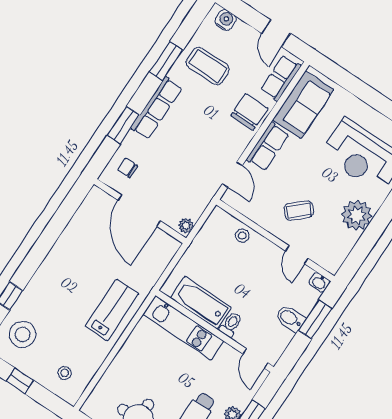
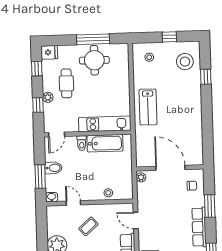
door: (255, 358) -> (57, 135), swing flipped

